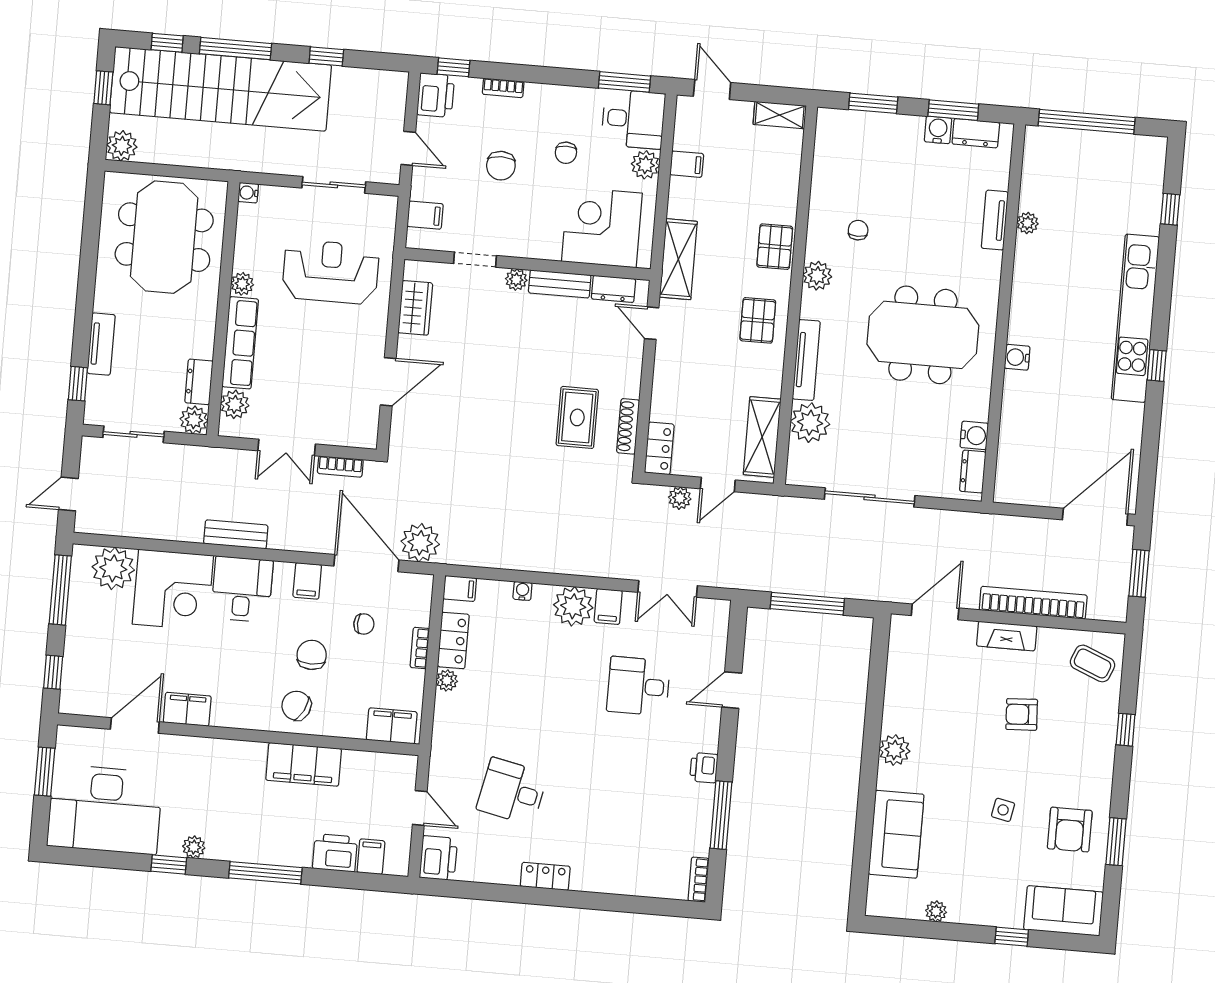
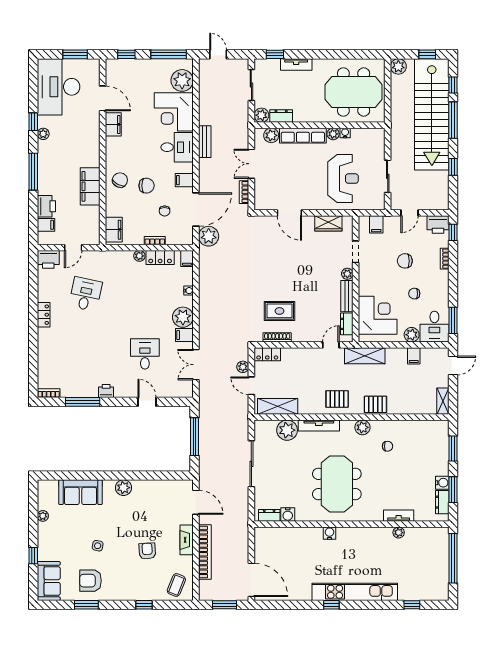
water cooler: (248, 193) -> (345, 133), moved

